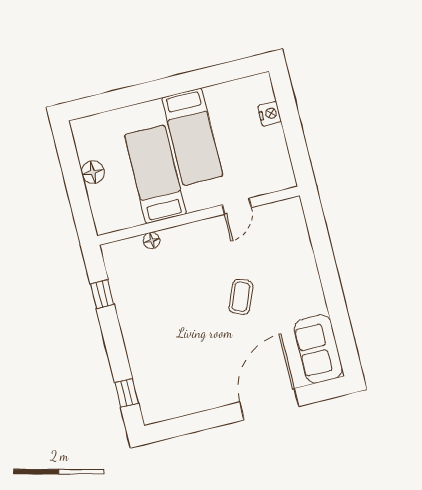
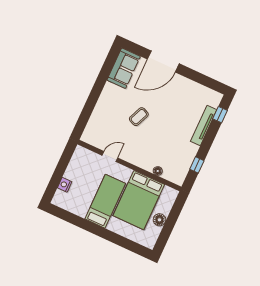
bed: (155, 174) -> (139, 200), width x1.50
tv unit: (138, 359) -> (204, 125), added

